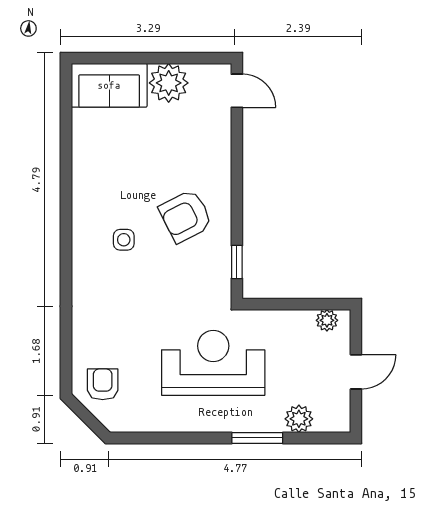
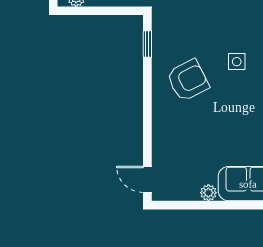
plant: (169, 83) -> (208, 193), width x0.53, depth x0.53

